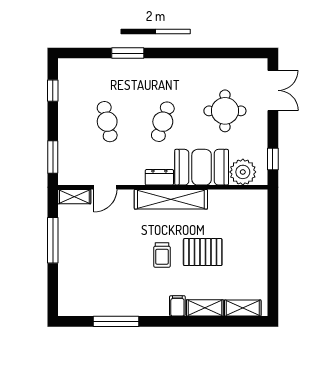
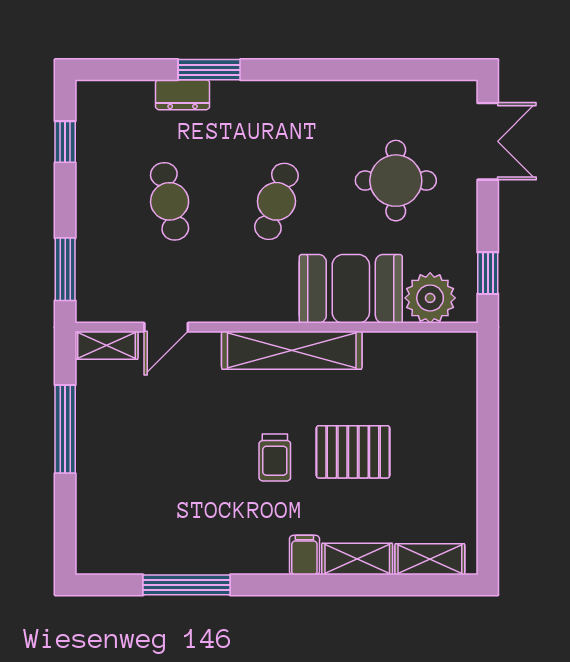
dresser: (159, 177) -> (183, 95), moved, turned 180

